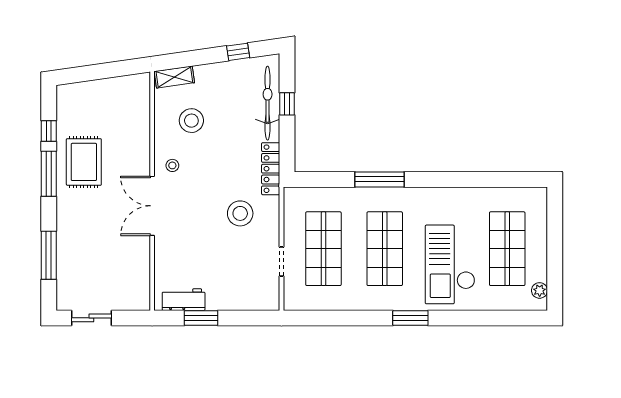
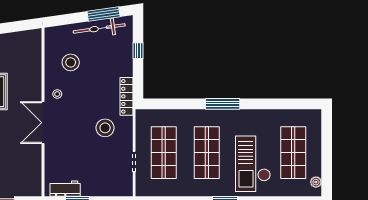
window: (238, 52) -> (104, 14), width x2.17
shelving: (174, 77) -> (59, 32), removed
bicycle: (268, 103) -> (99, 28), moved, turned -98
window: (379, 179) -> (223, 104), moved

